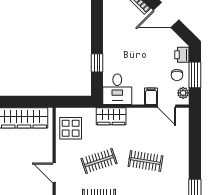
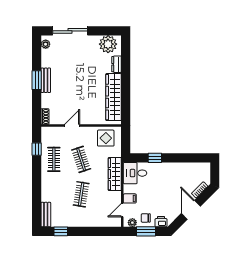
wardrobe: (111, 116) -> (115, 174), width x1.50

